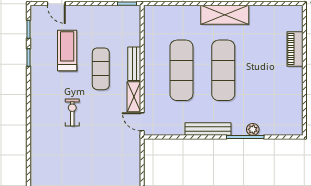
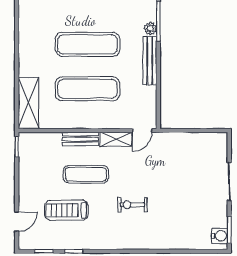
shelving: (225, 15) -> (28, 103), moved
plant: (253, 129) -> (150, 29), moved

